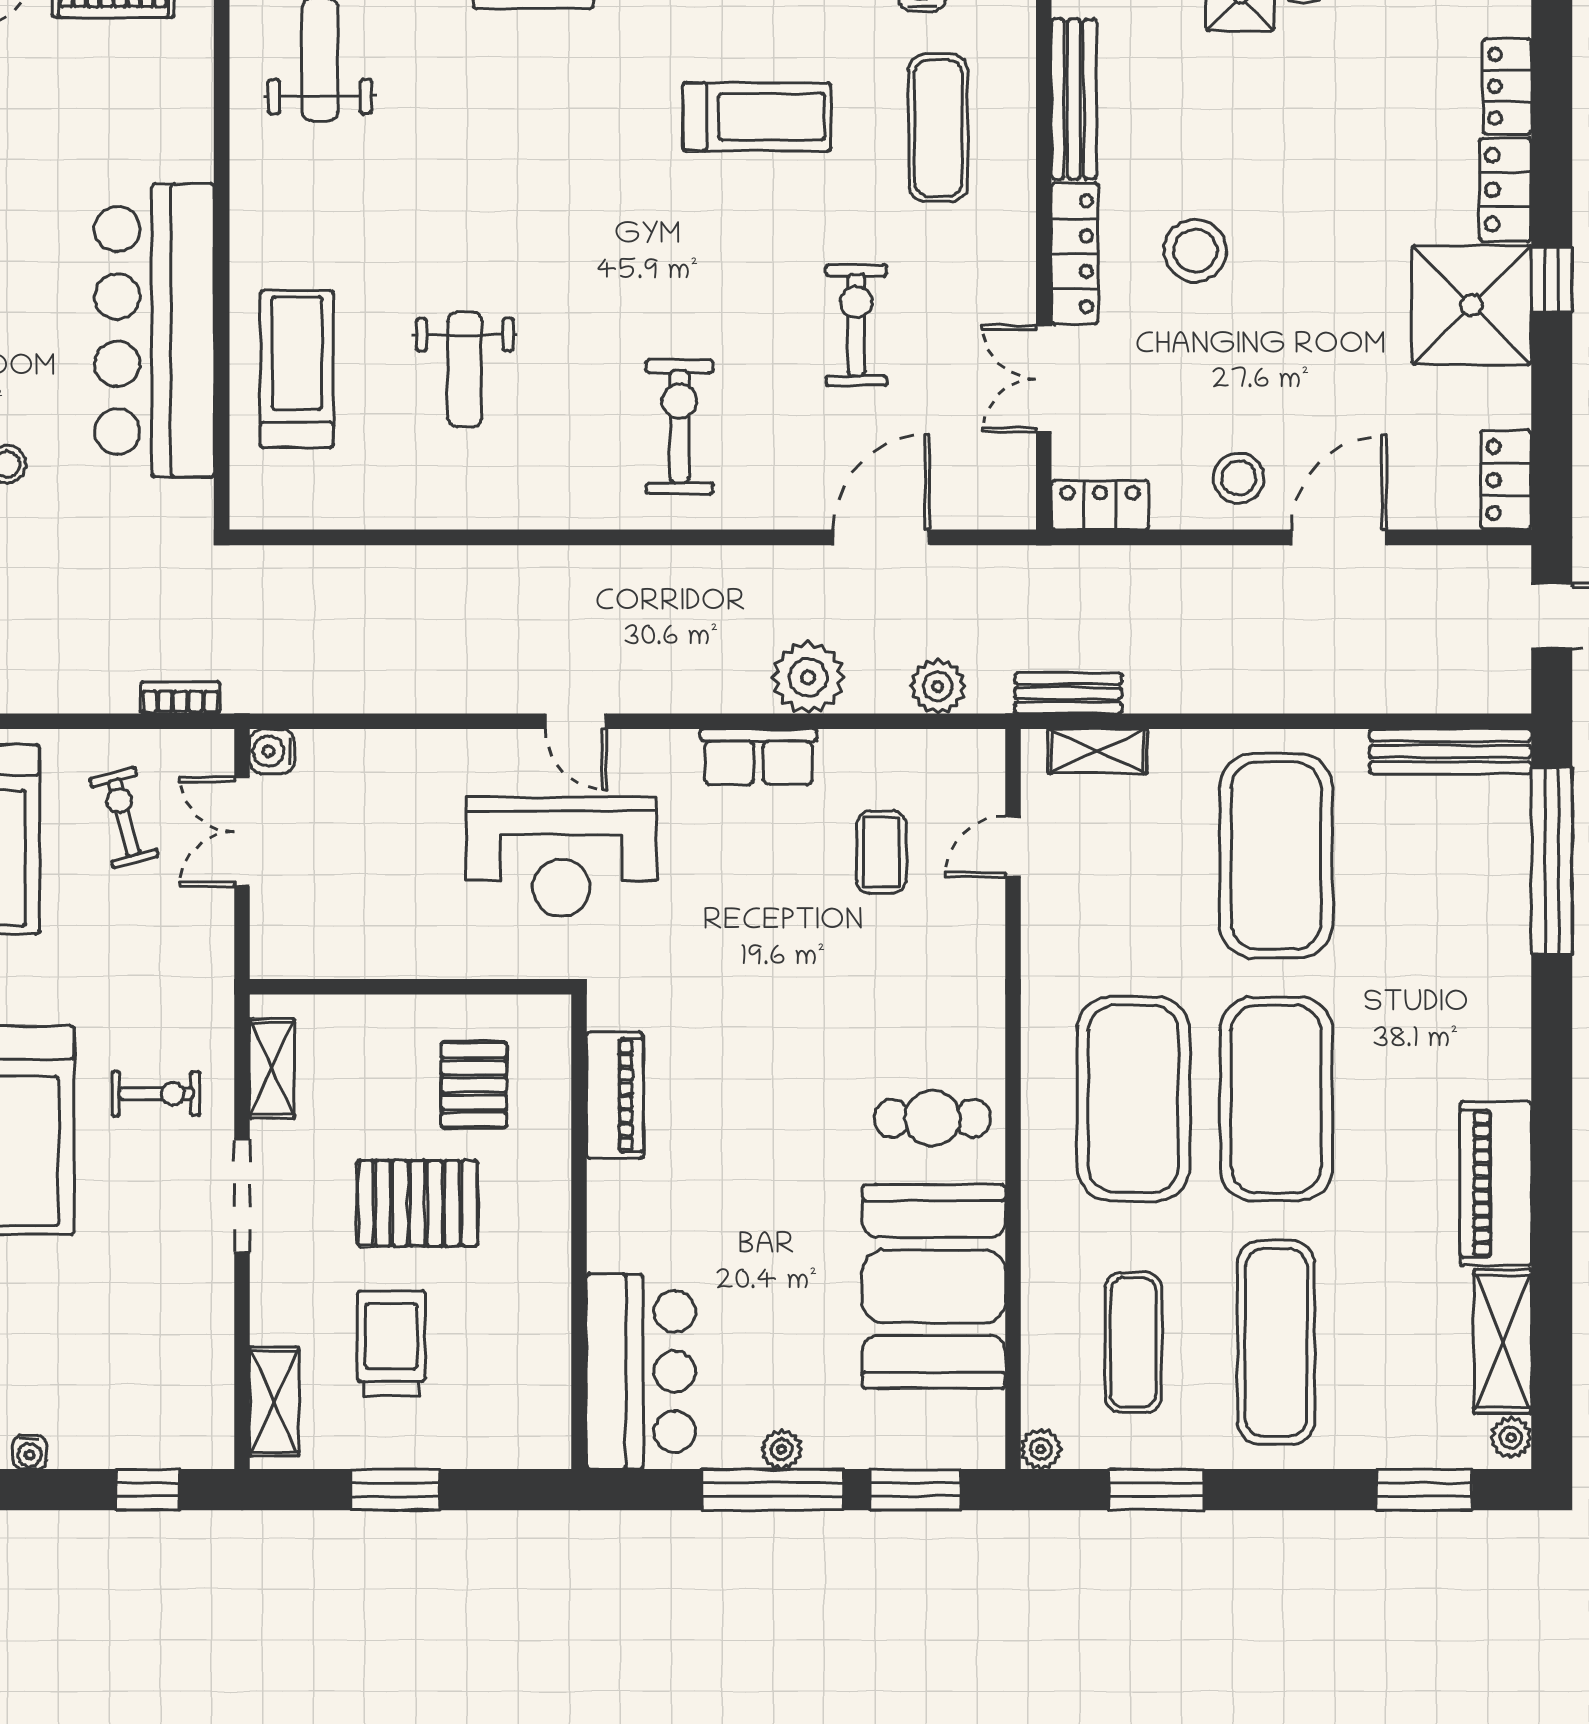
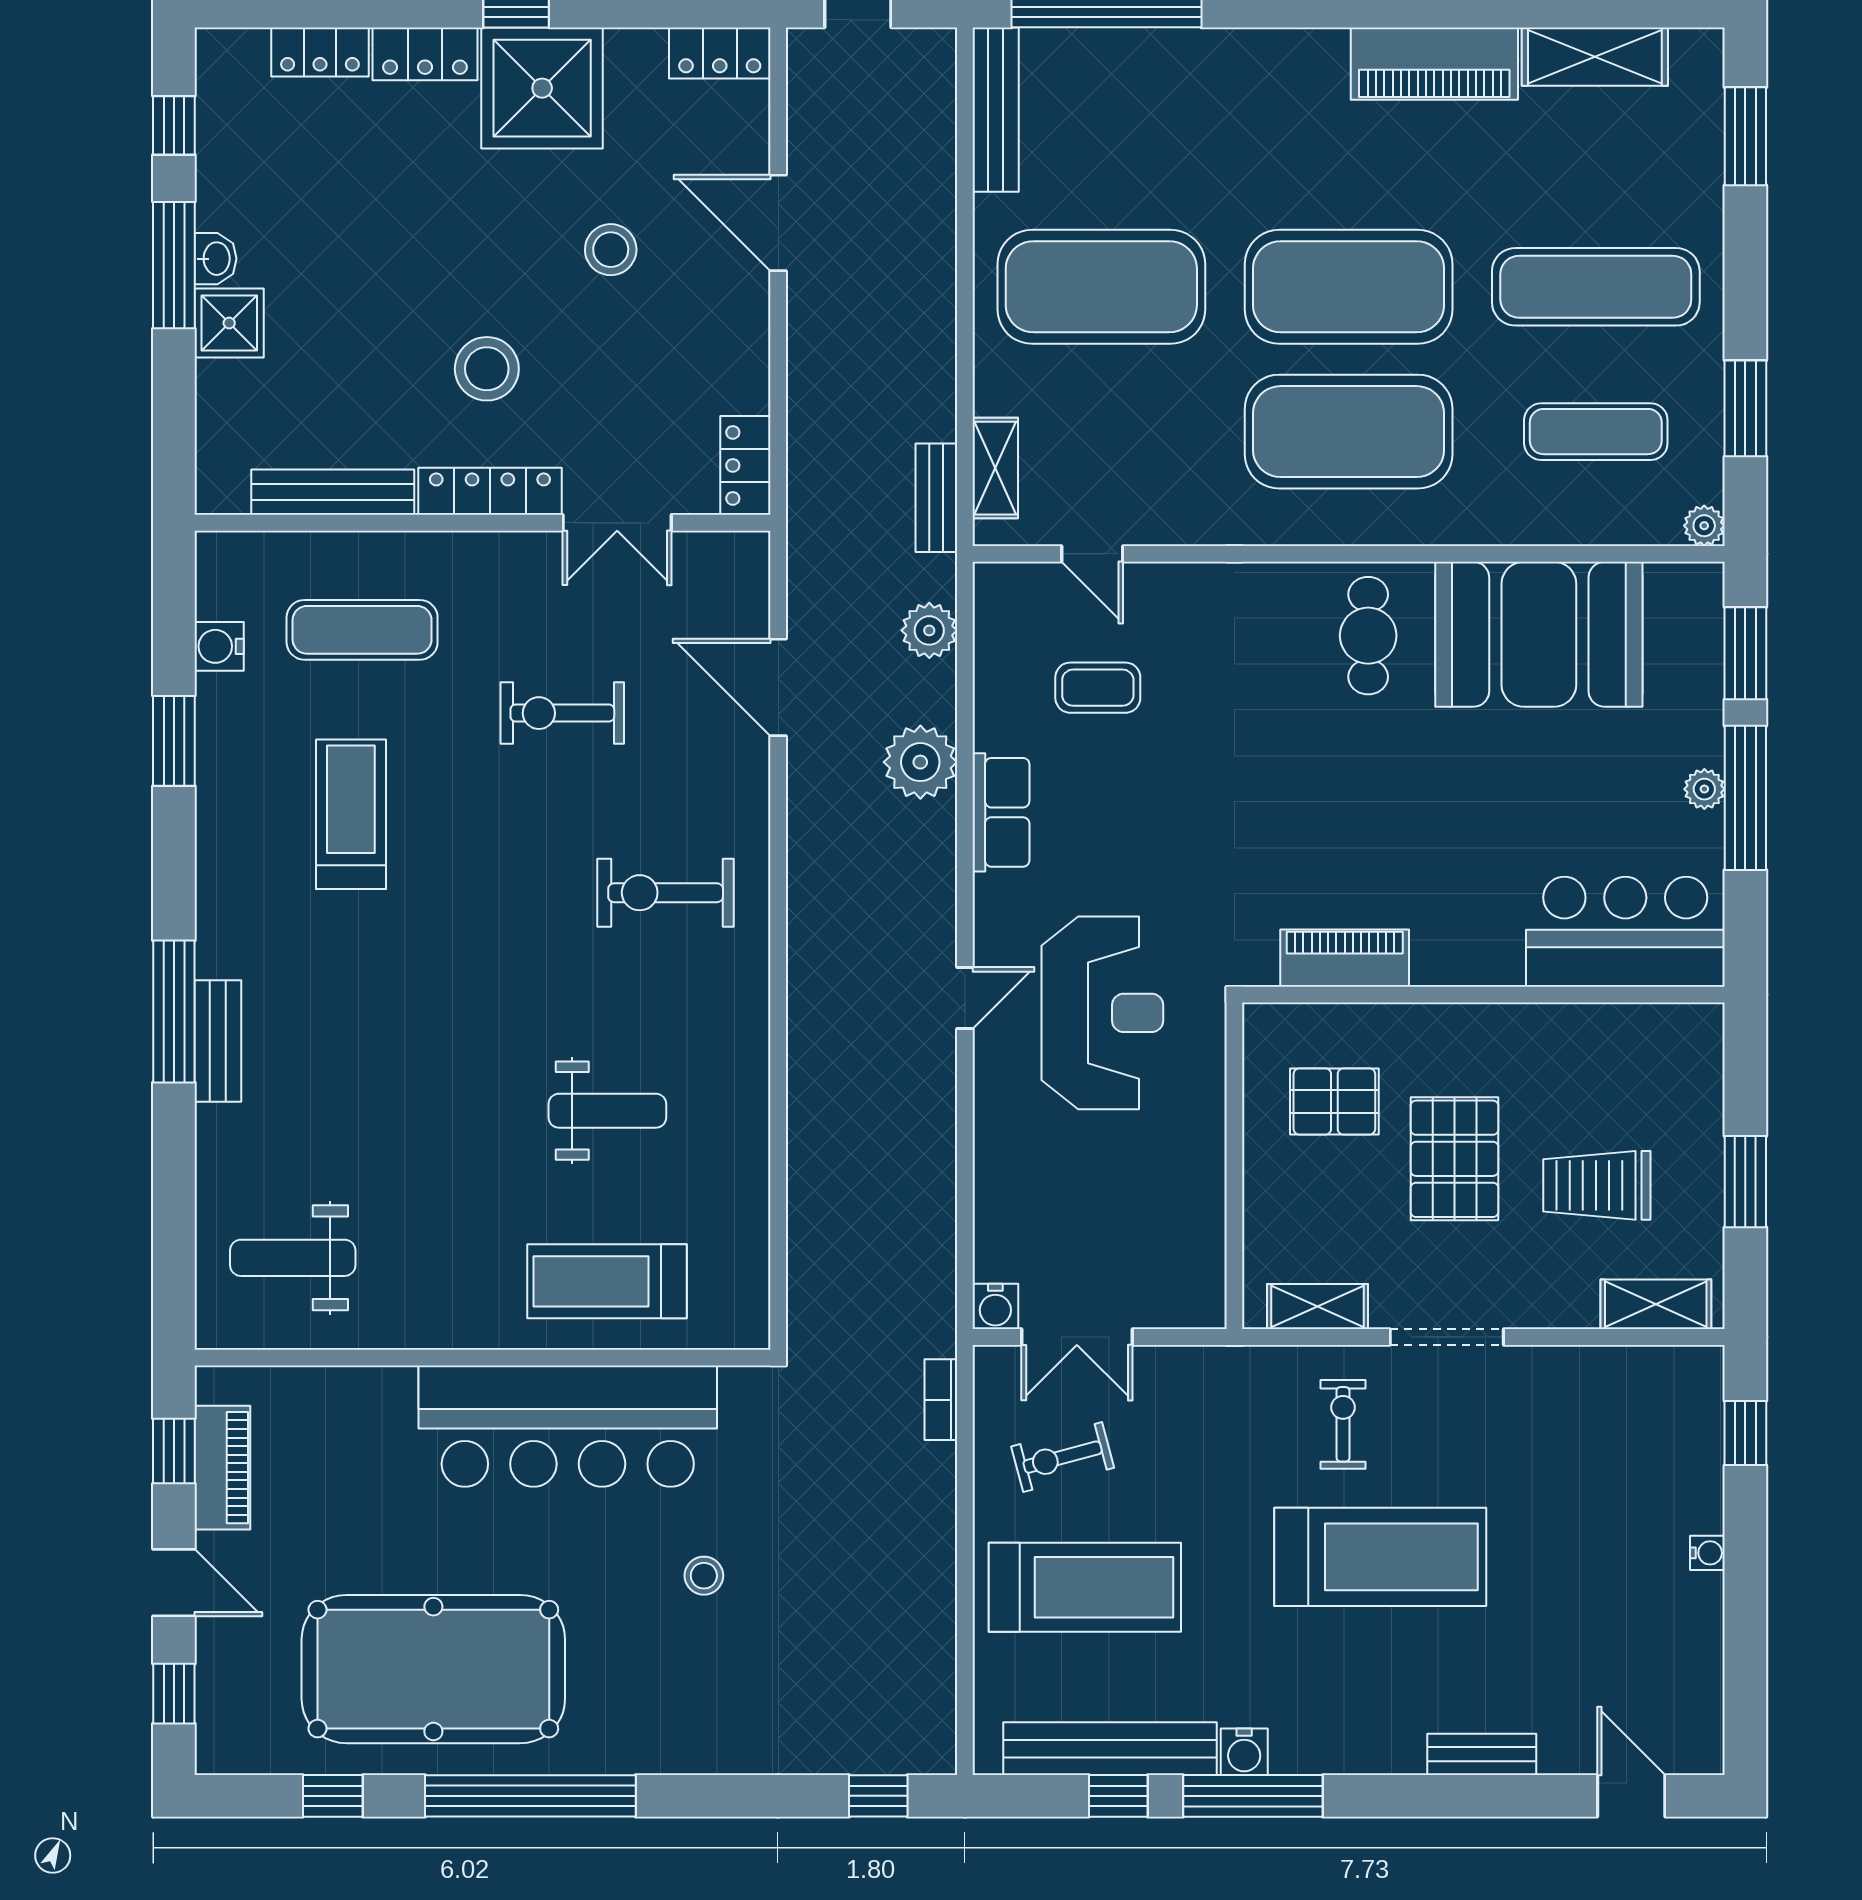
stool: (1239, 478) -> (611, 250), moved
plant: (1511, 1438) -> (1693, 48), removed

